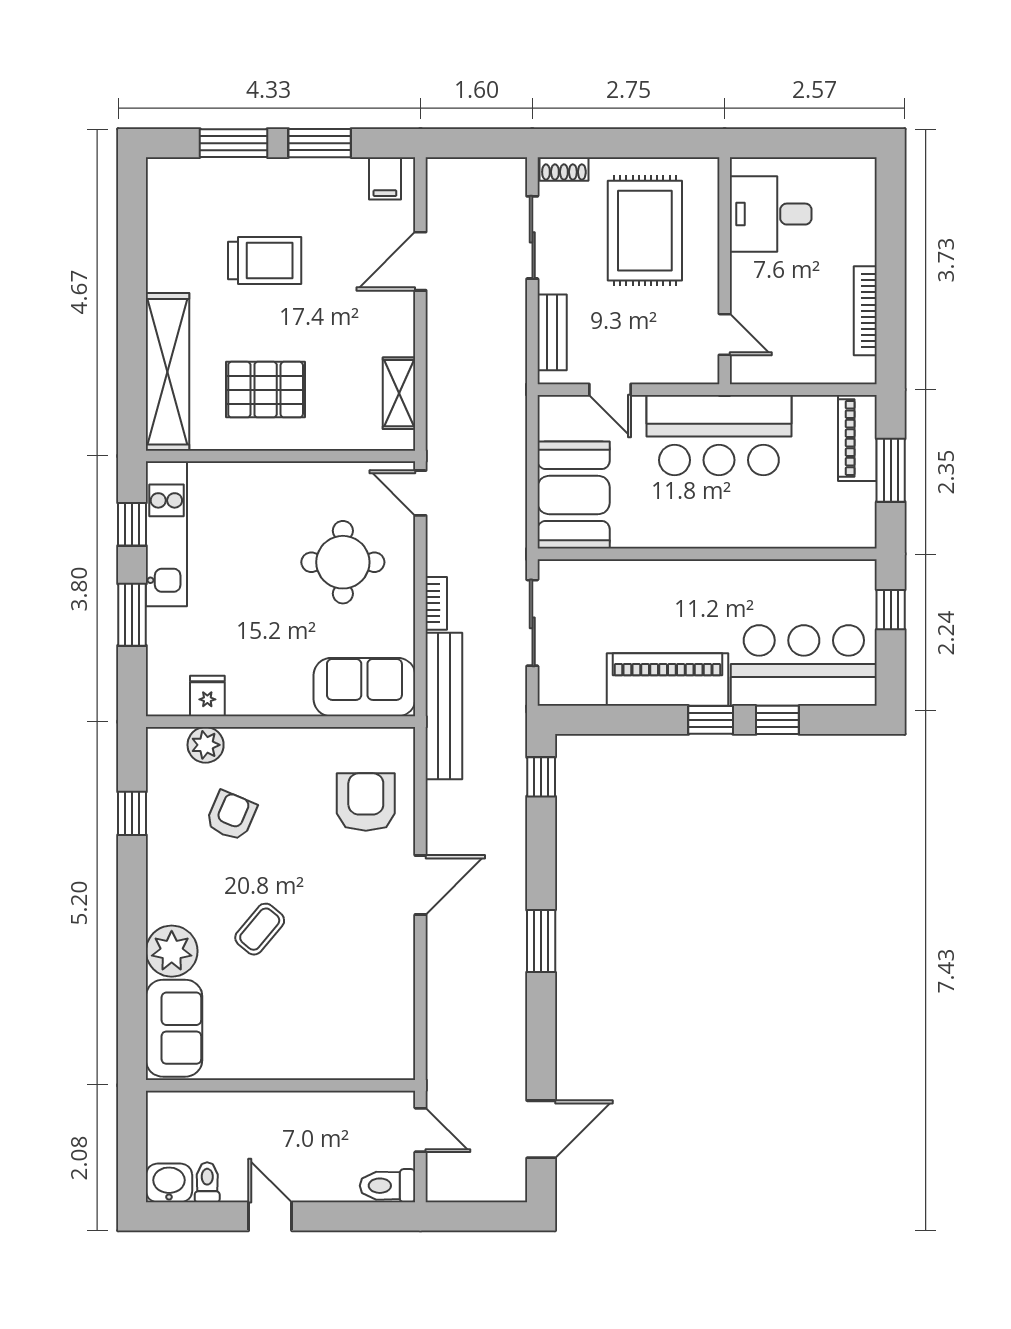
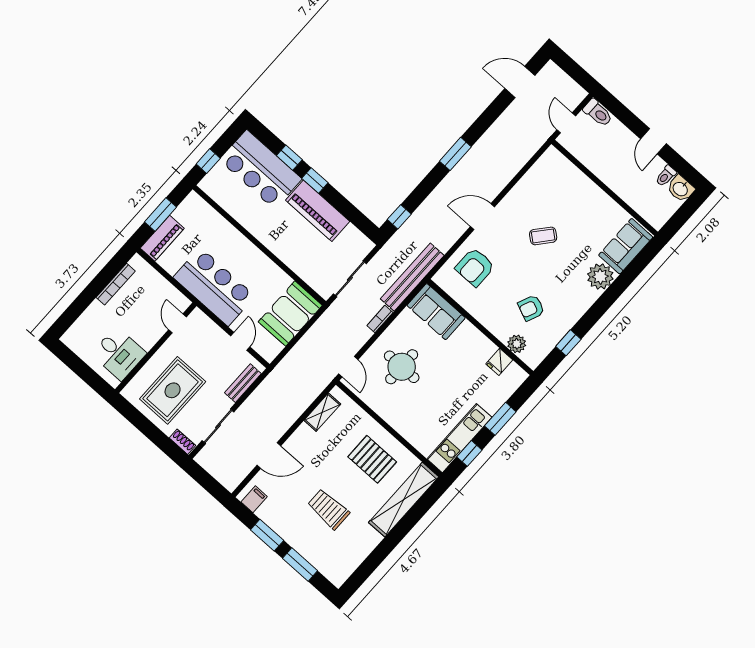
coffee table: (260, 929) -> (543, 236), moved

